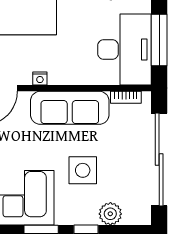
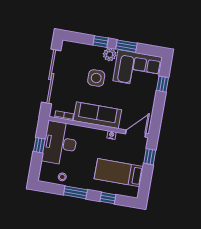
window: (159, 40) -> (39, 145), width x0.46
plant: (110, 214) -> (110, 55), moved

